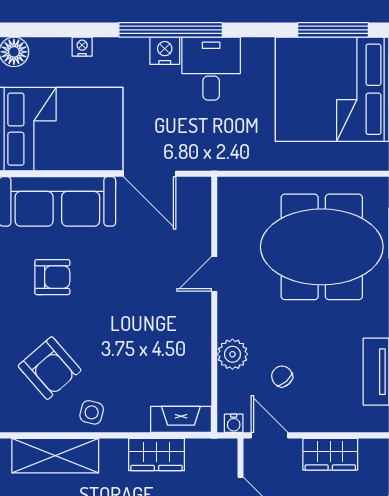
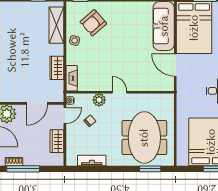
door: (150, 174) -> (175, 65), hinge flipped
door: (214, 274) -> (119, 92), moved
armchair: (52, 277) -> (132, 24), removed

